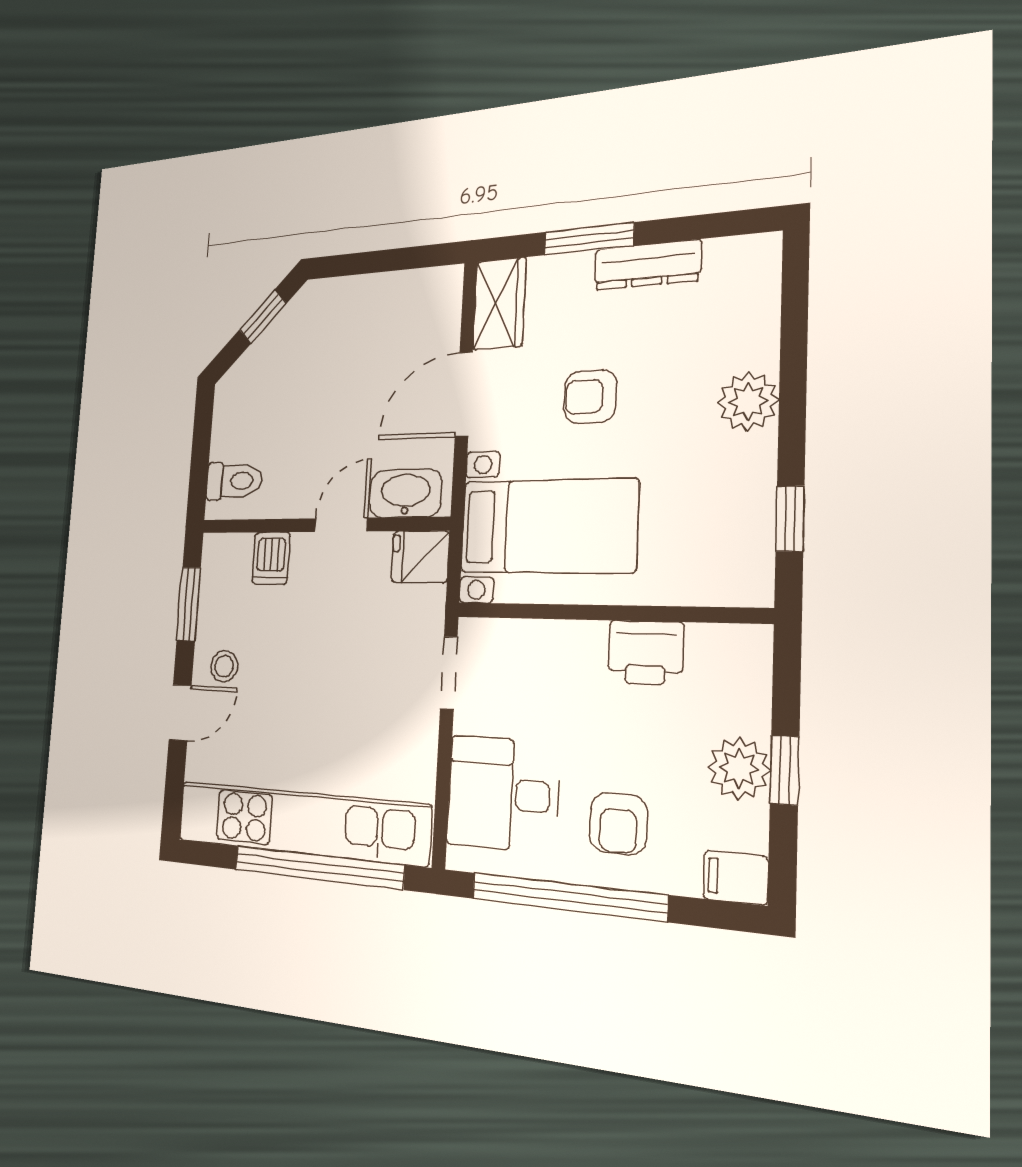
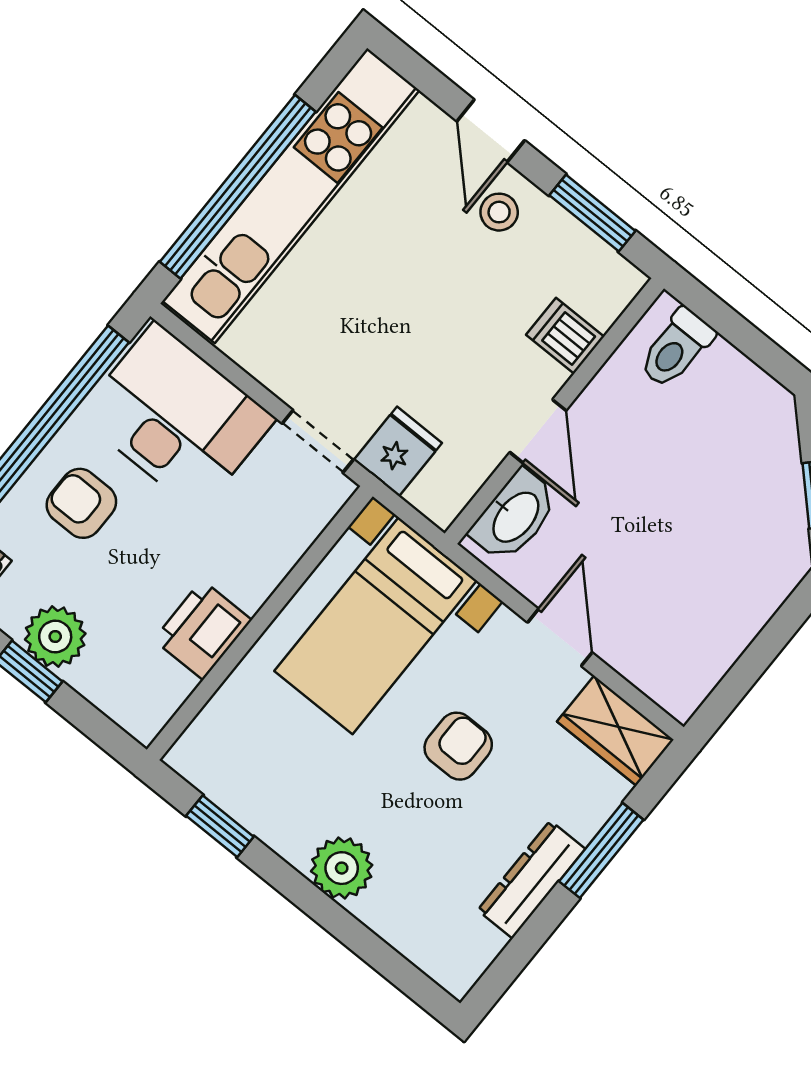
door: (464, 394) -> (560, 637), width x0.73
fridge: (420, 557) -> (398, 451), moved
desk: (503, 794) -> (177, 417), width x1.37

